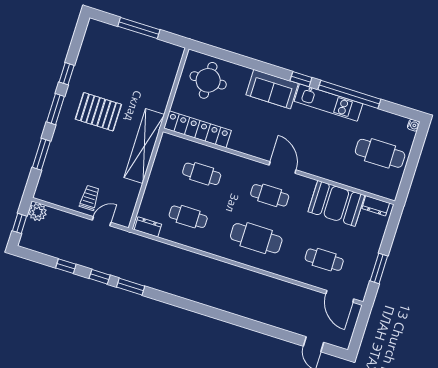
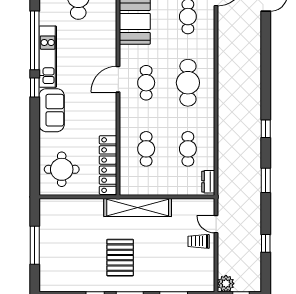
window: (100, 277) -> (266, 129), moved

